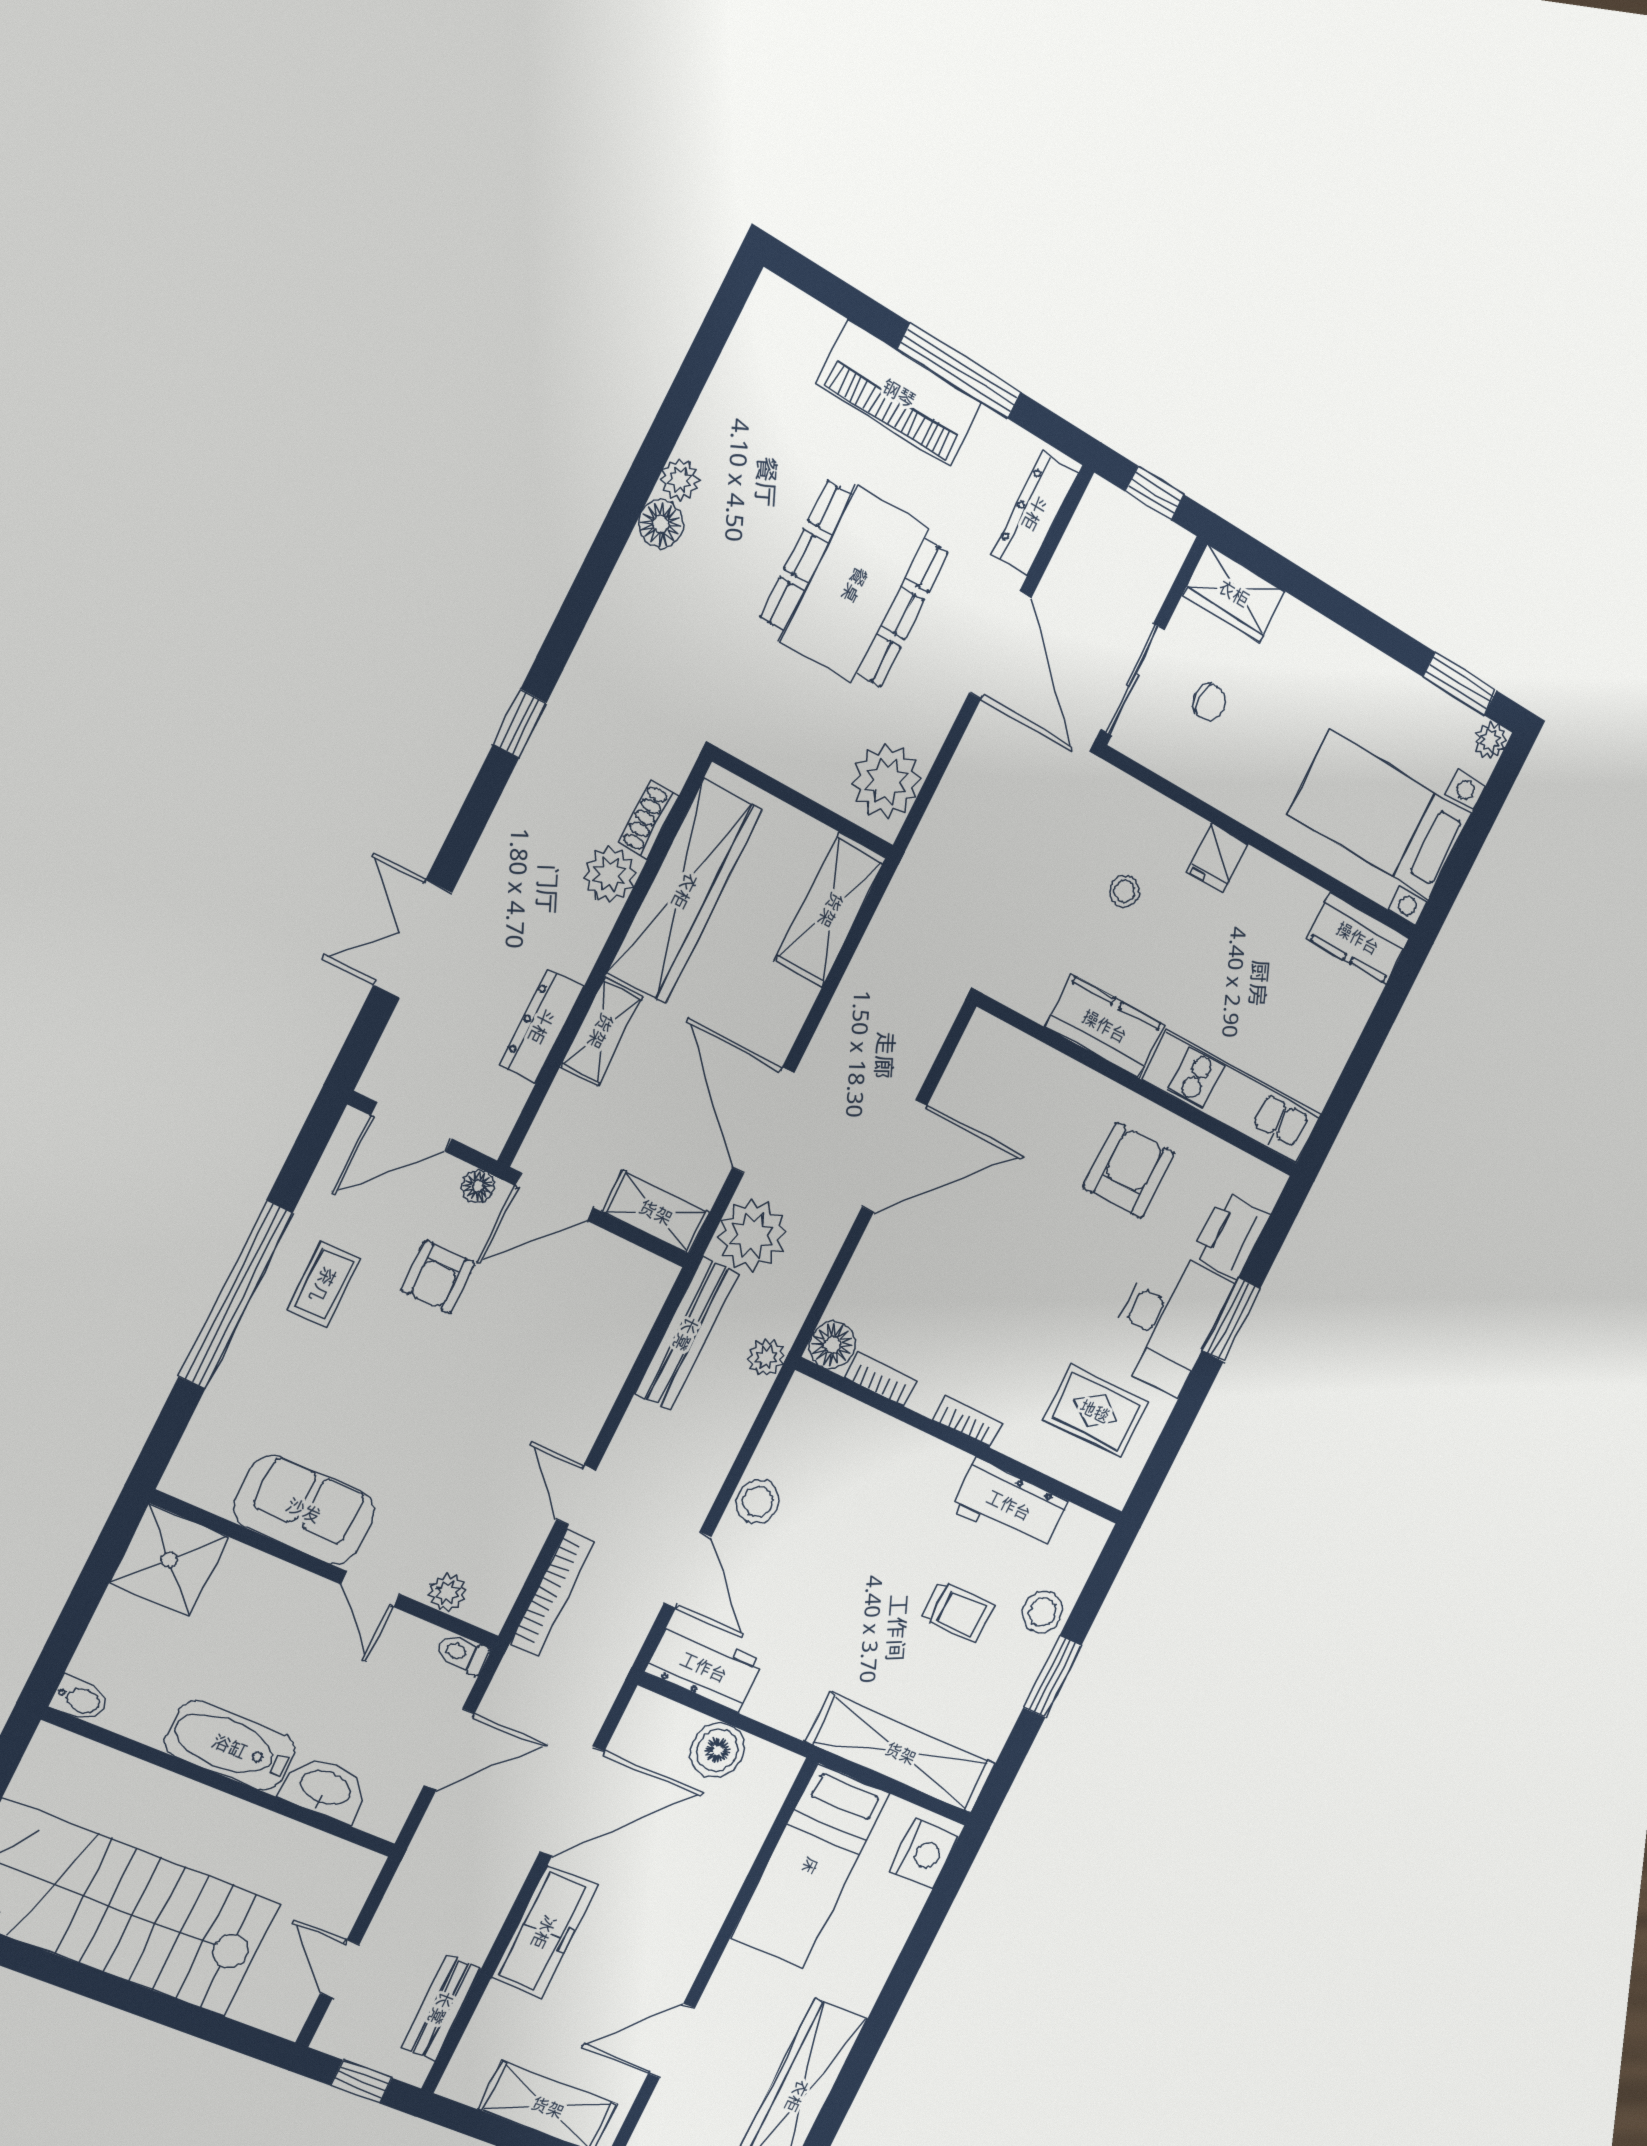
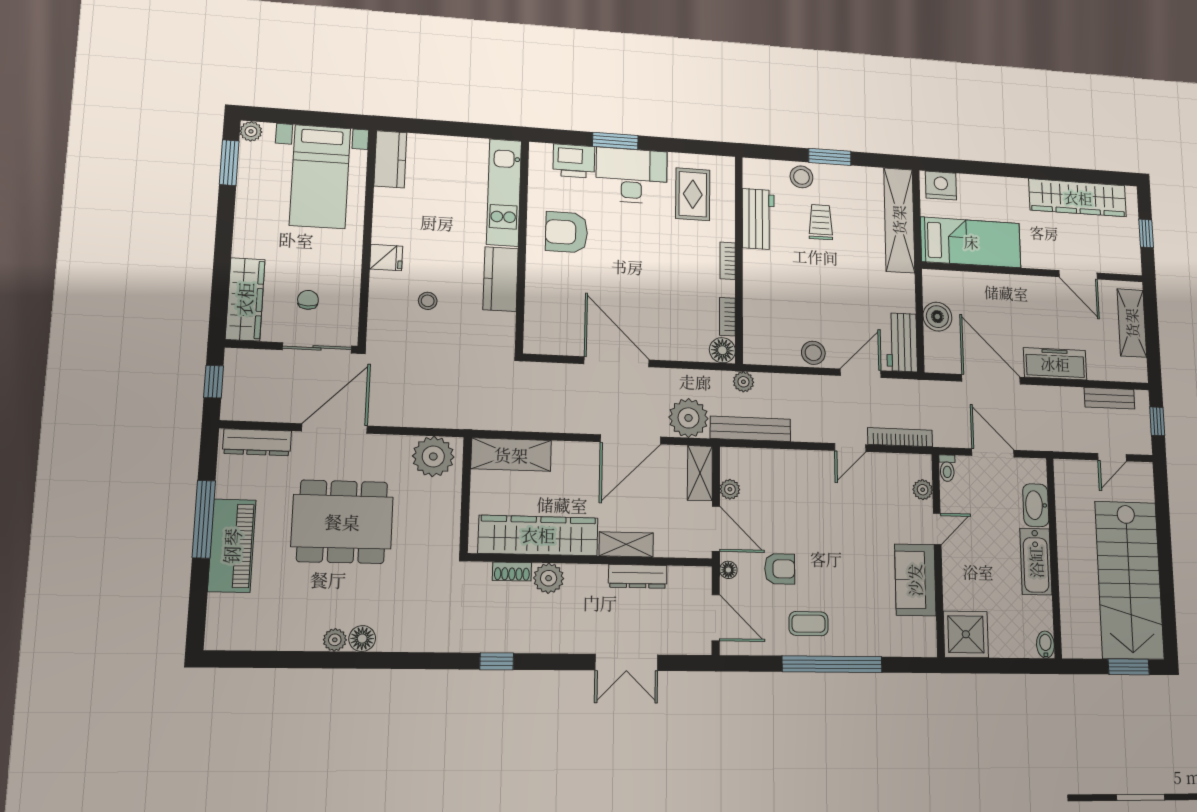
wardrobe: (1234, 593) -> (245, 299), width x1.50
plant: (606, 1252) -> (730, 489), added

